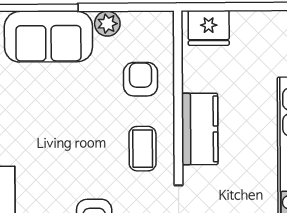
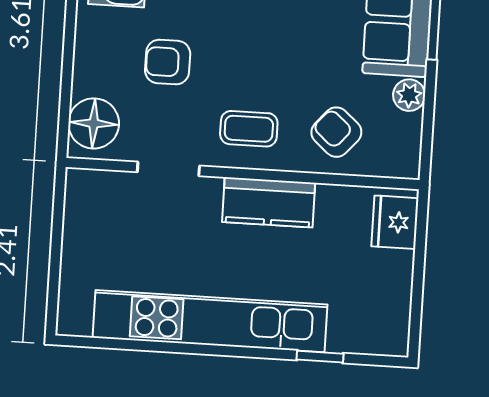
armchair: (141, 79) -> (336, 132), turned -139

